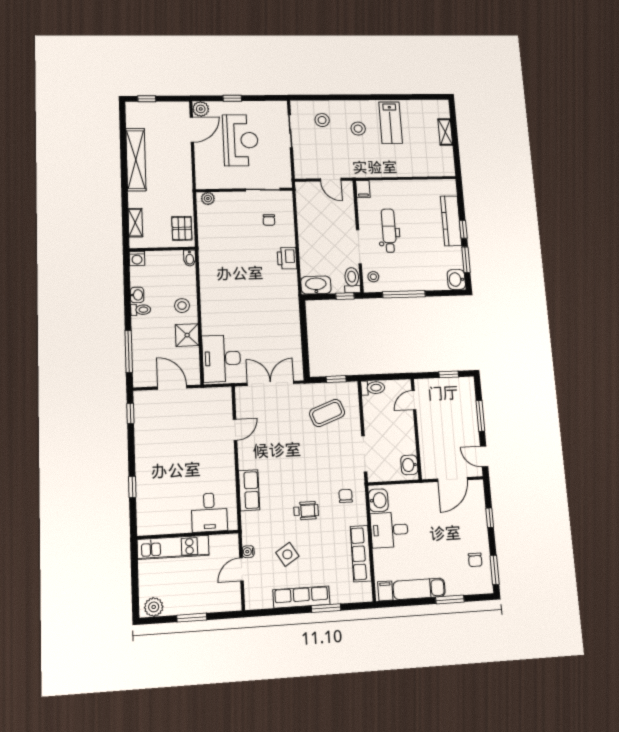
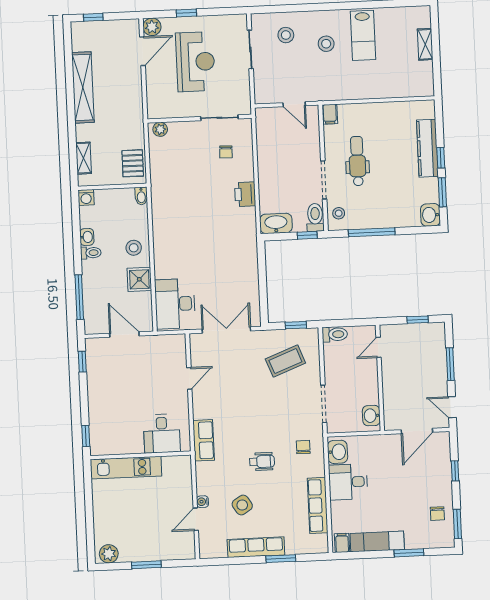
desk: (209, 512) -> (162, 434), moved
wall: (188, 535) -> (141, 455), moved
kitchen unit: (173, 547) -> (126, 468), moved

